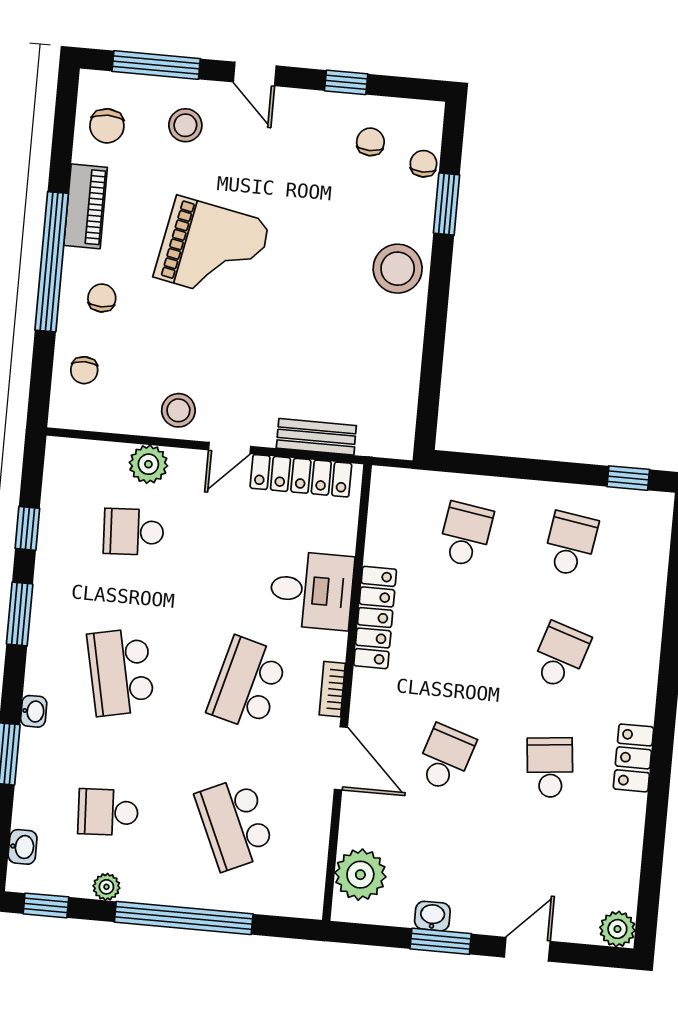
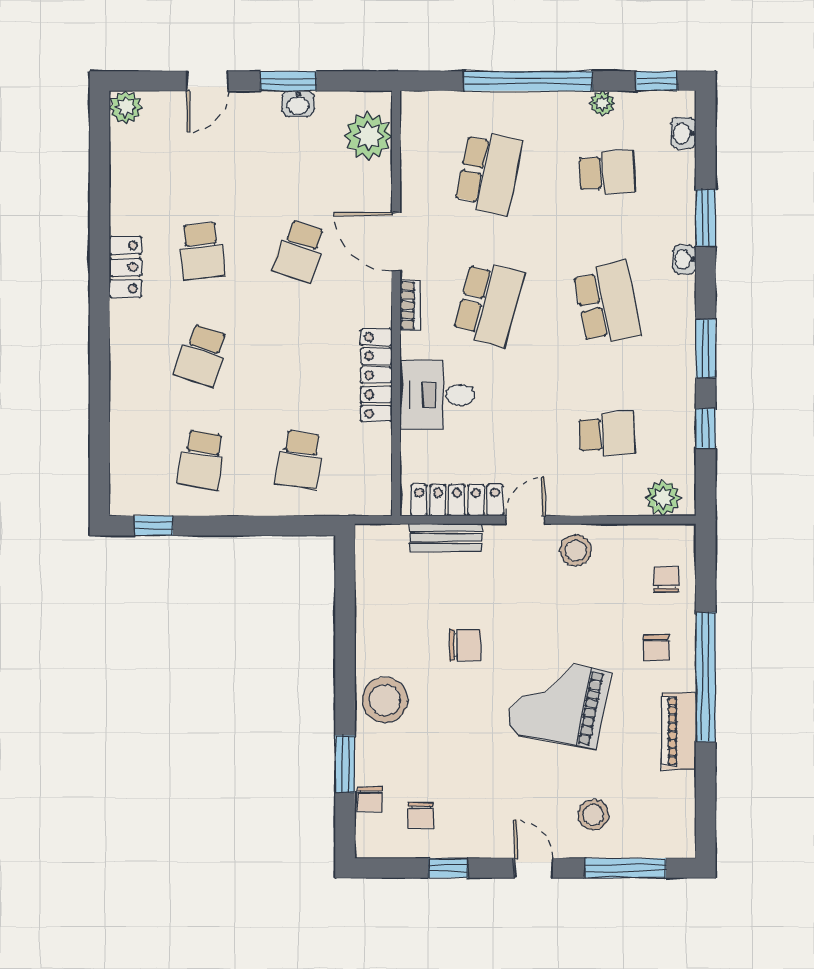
chair: (107, 126) -> (465, 645), moved, turned 90
plant: (148, 464) -> (663, 498), moved
school desk: (235, 824) -> (489, 172), turned 36

